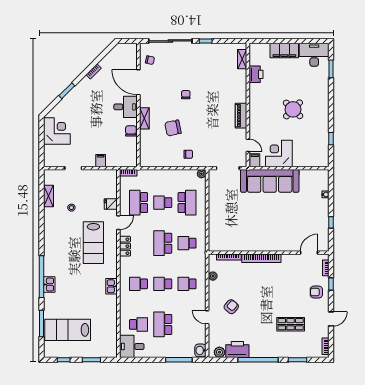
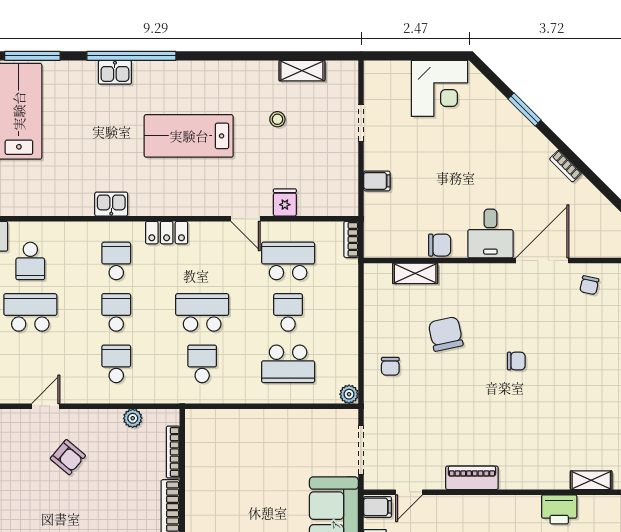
shelving: (144, 118) -> (415, 273), moved
lab bench: (93, 243) -> (189, 136), moved
locker: (125, 246) -> (167, 233), moved

